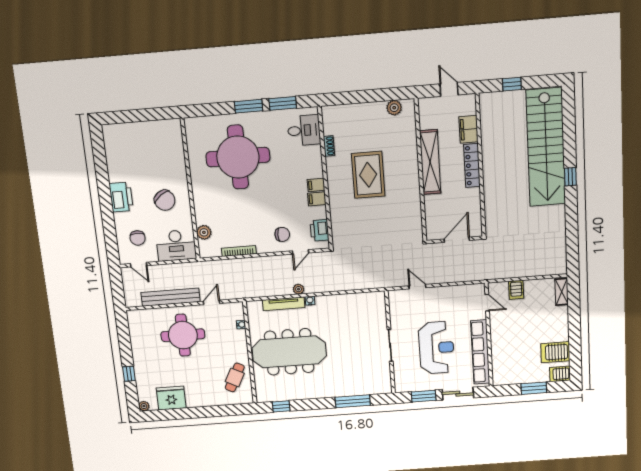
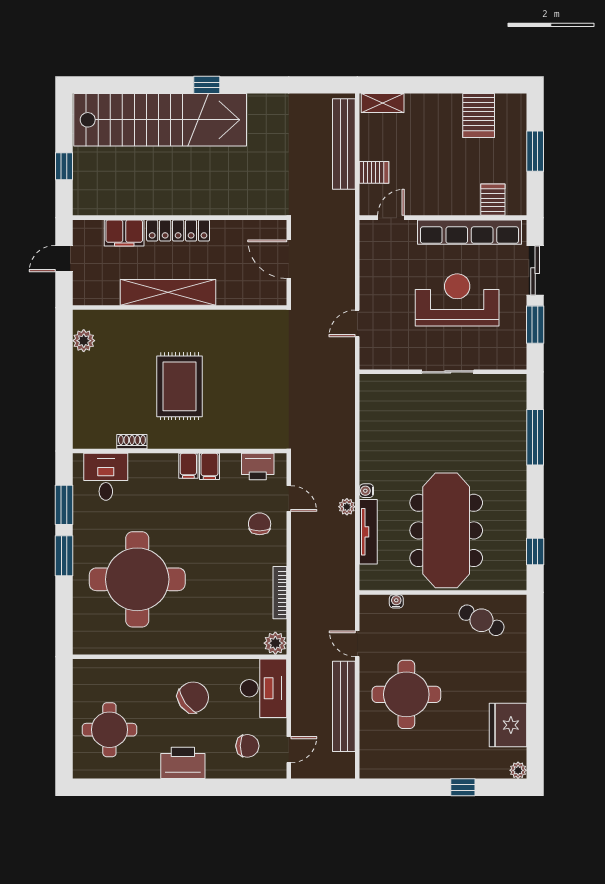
round table: (137, 147) -> (109, 730), added
rug: (368, 175) -> (179, 386), turned 90
plant: (204, 232) -> (275, 643), moved
bench: (534, 269) -> (344, 144), added
server rack: (560, 374) -> (493, 200), moved, turned 180

